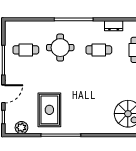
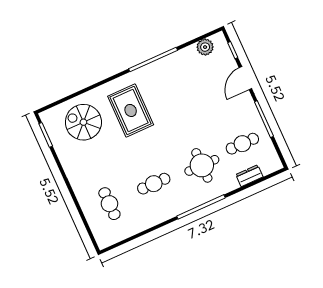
dresser: (114, 26) -> (249, 176), moved
rug: (49, 110) -> (131, 110), moved

